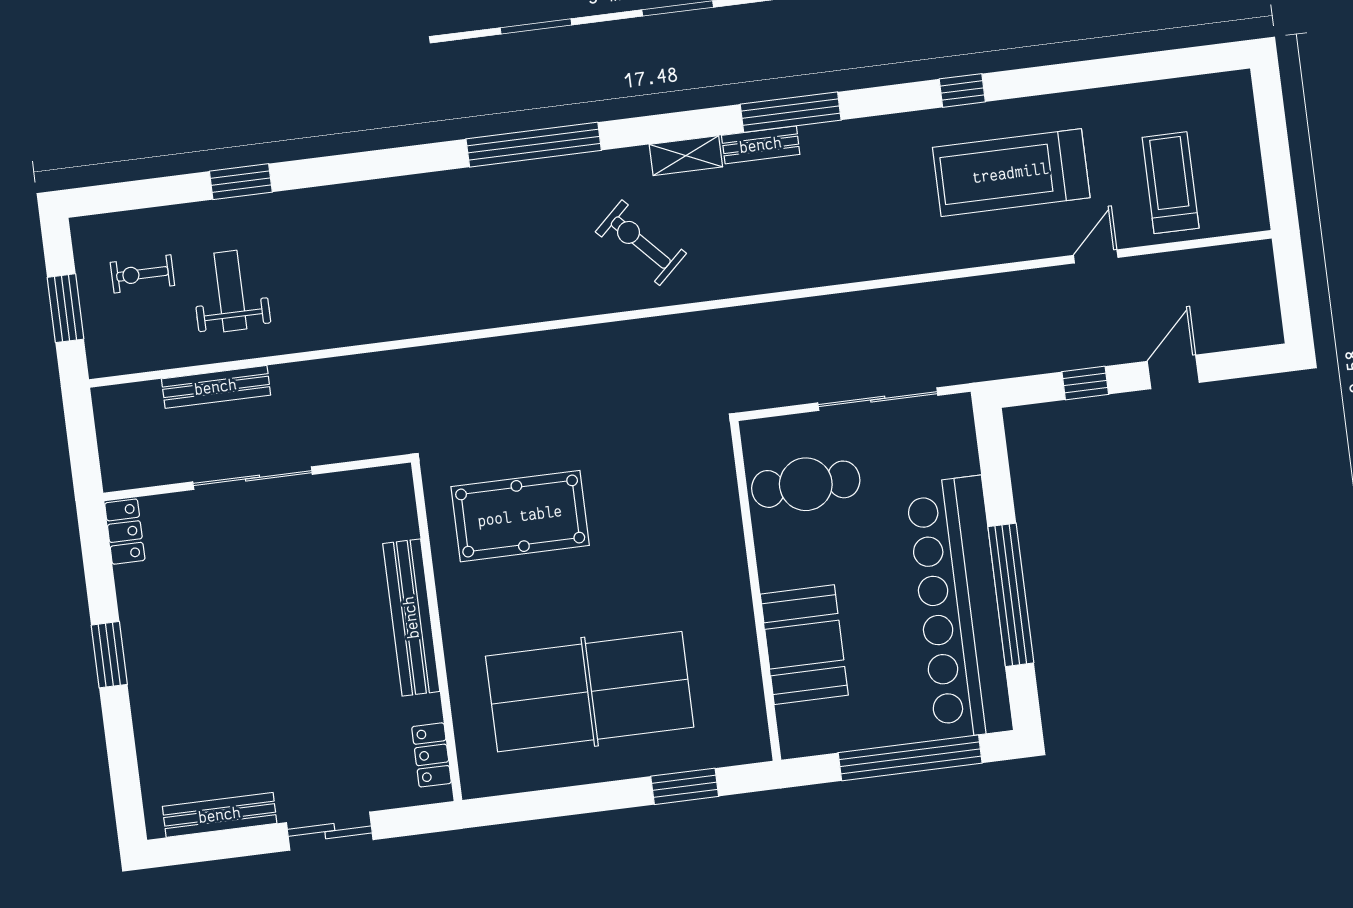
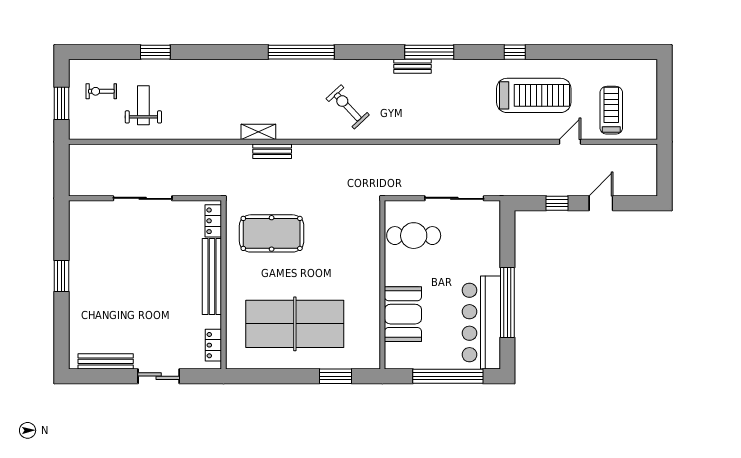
shelving: (686, 156) -> (258, 132), moved
treadmill: (1011, 173) -> (534, 95), turned 180
bench: (216, 387) -> (272, 151), moved, width x0.73
locker: (125, 532) -> (213, 221), moved, turned 180
bar counter: (959, 607) -> (481, 322), width x0.73

